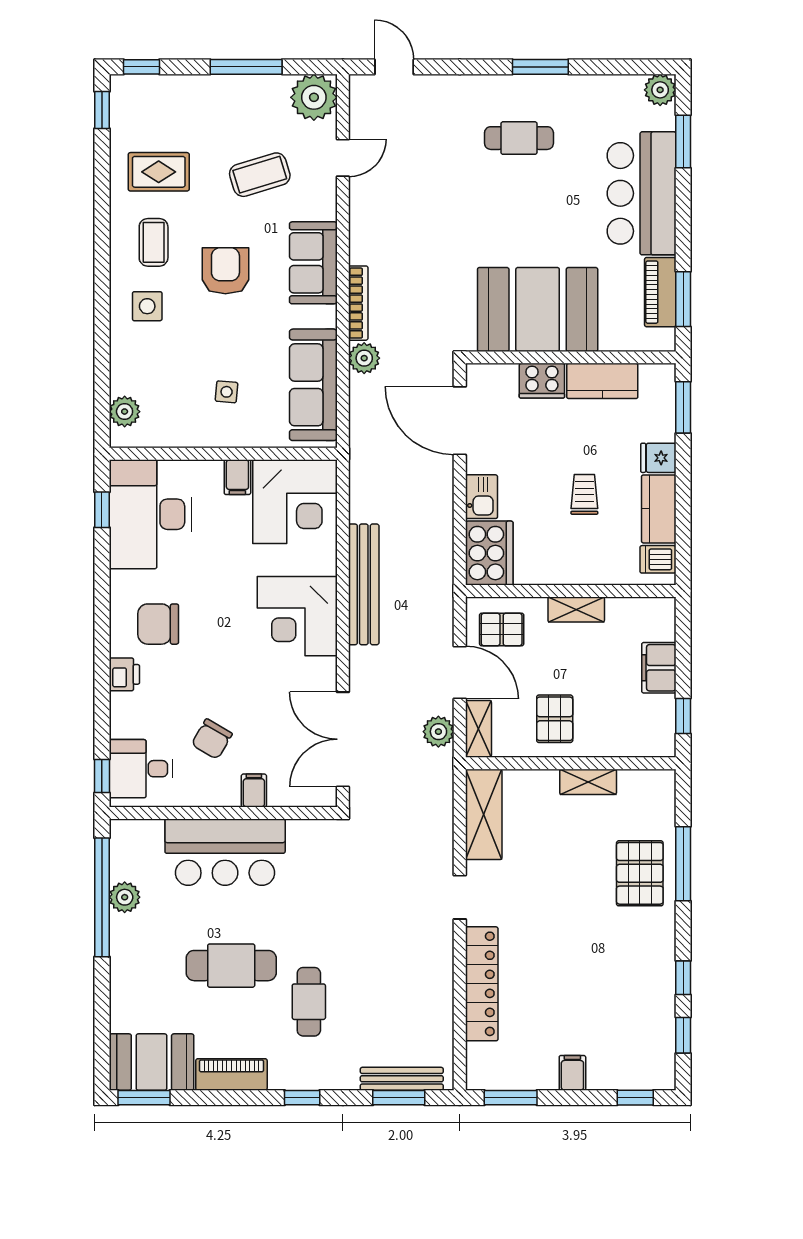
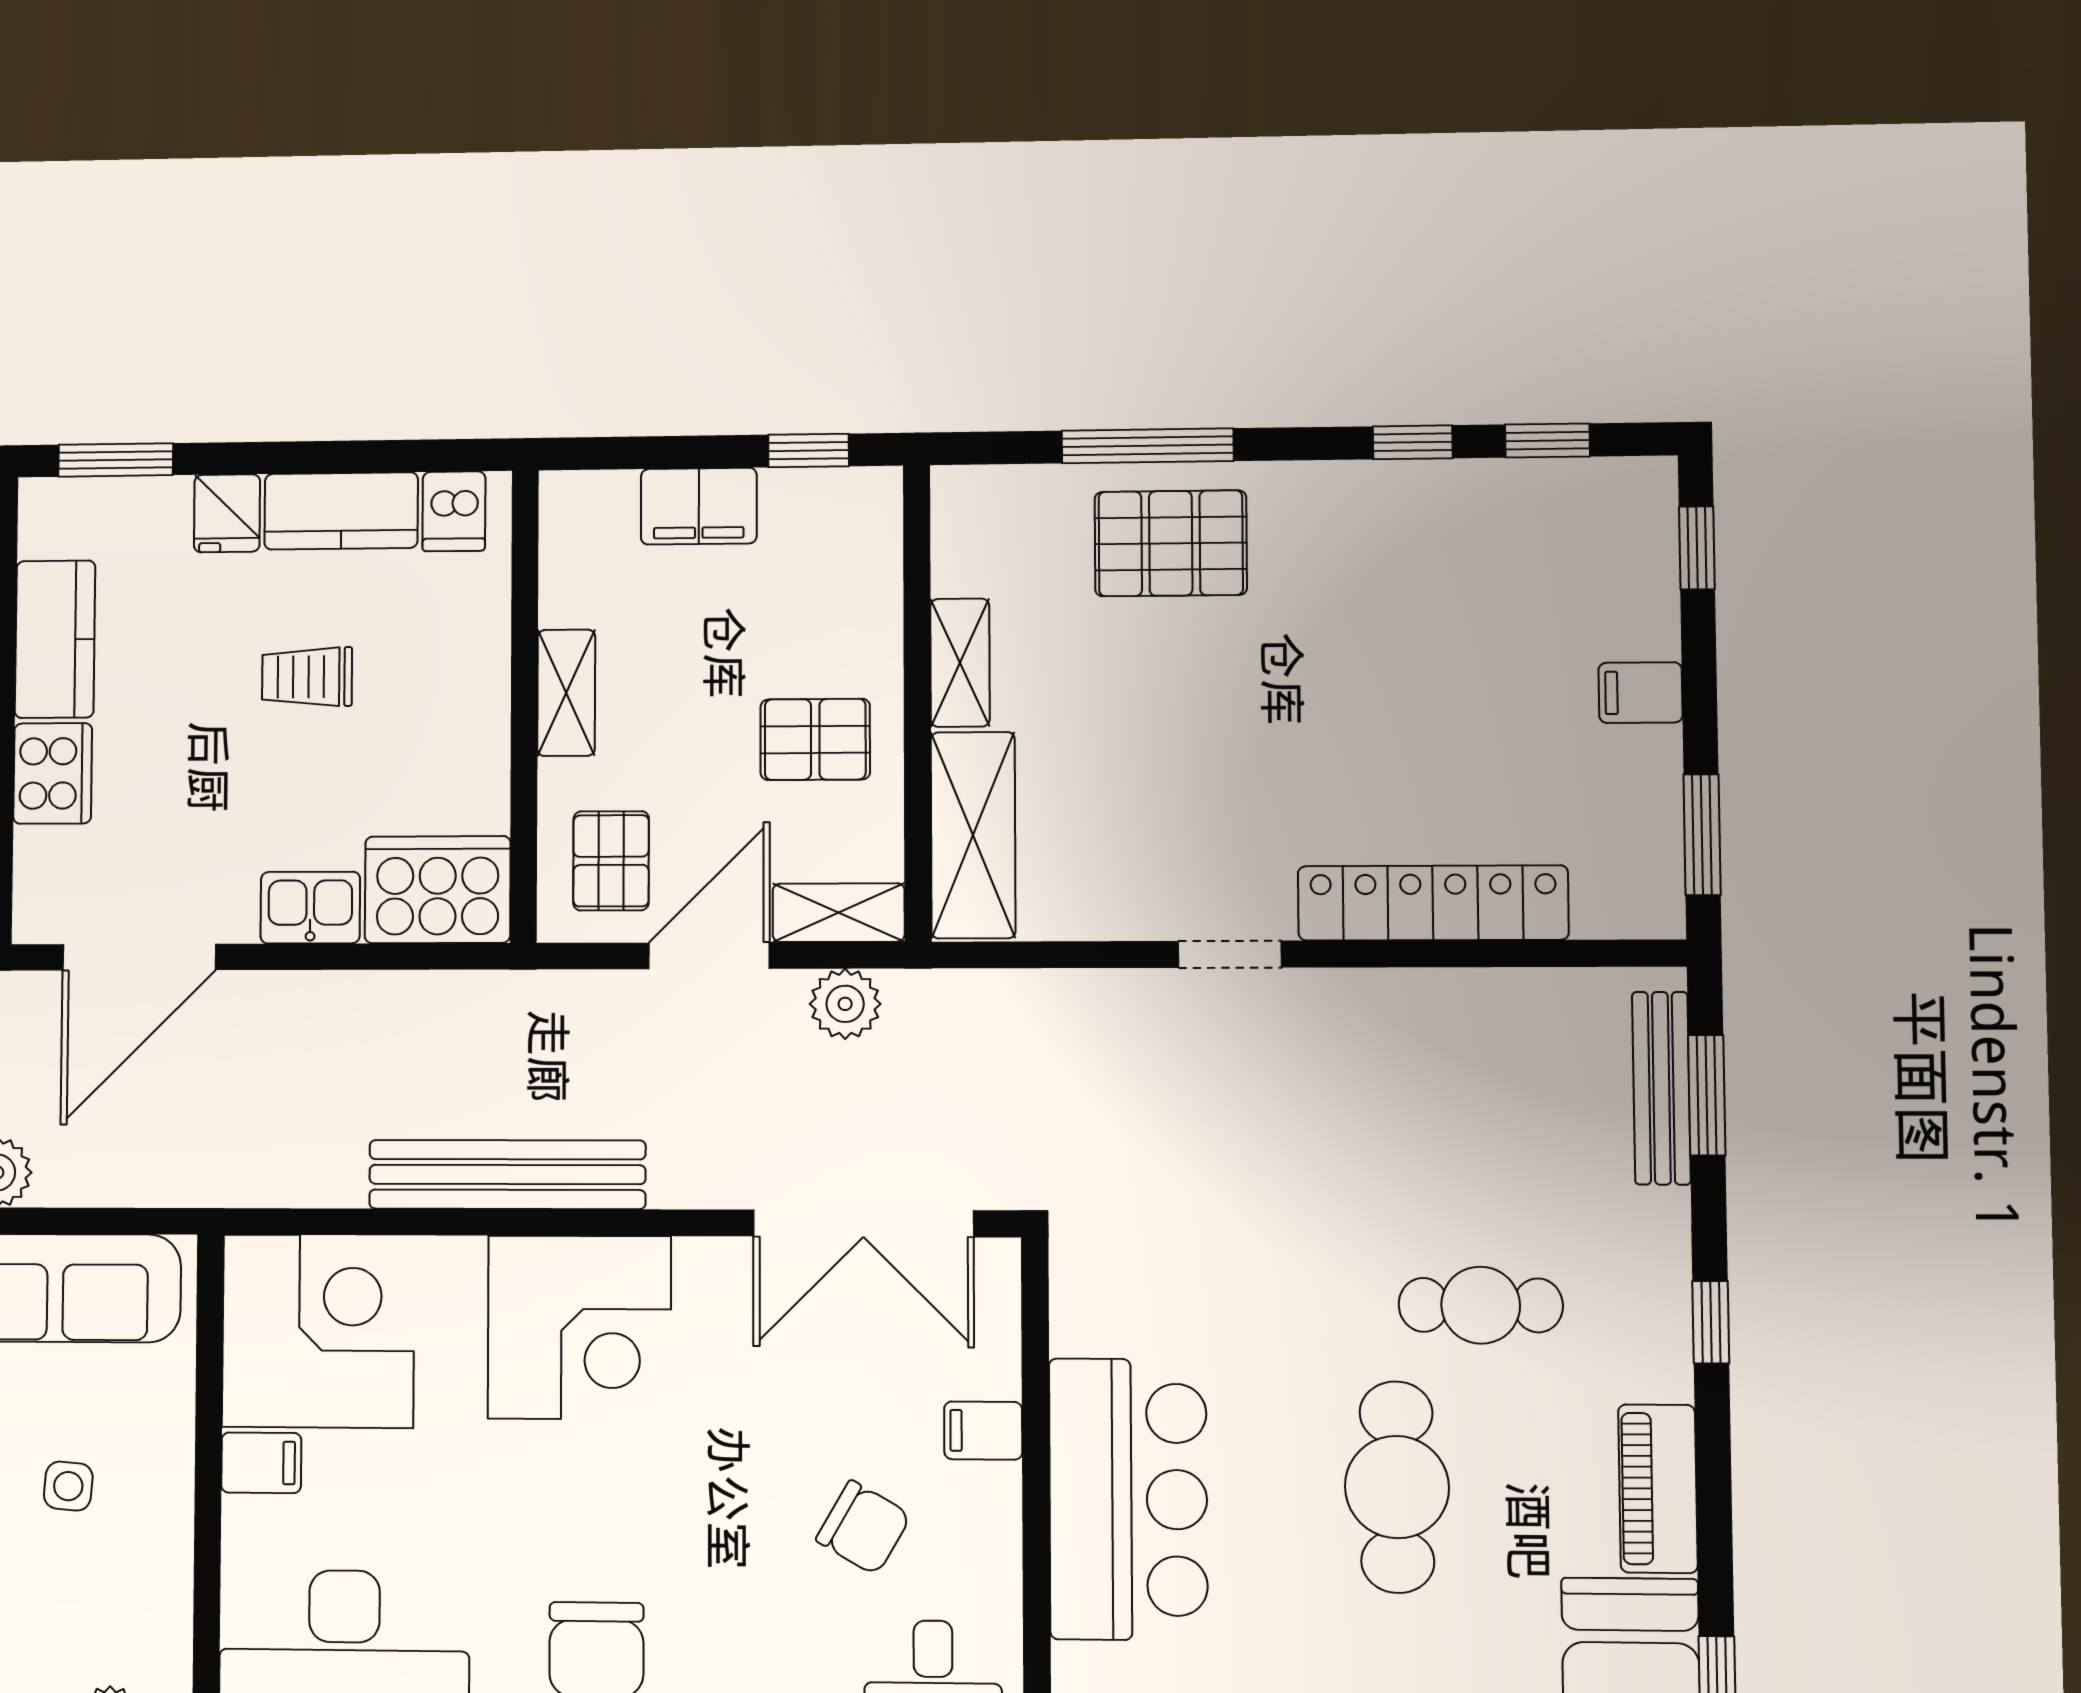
shelving: (484, 814) -> (973, 835), moved, turned 90

